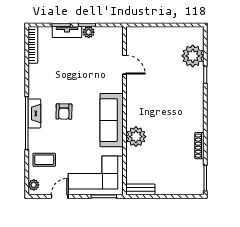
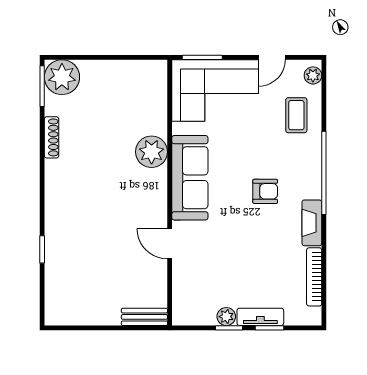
bookcase: (33, 45) -> (314, 277), moved
plant: (193, 56) -> (62, 77), moved
door: (124, 65) -> (170, 244), moved
armchair: (64, 112) -> (265, 191), turned 89
fireplace: (34, 113) -> (312, 223), moved
coffee table: (44, 160) -> (296, 115), turned 90
bench: (140, 189) -> (144, 317), moved

